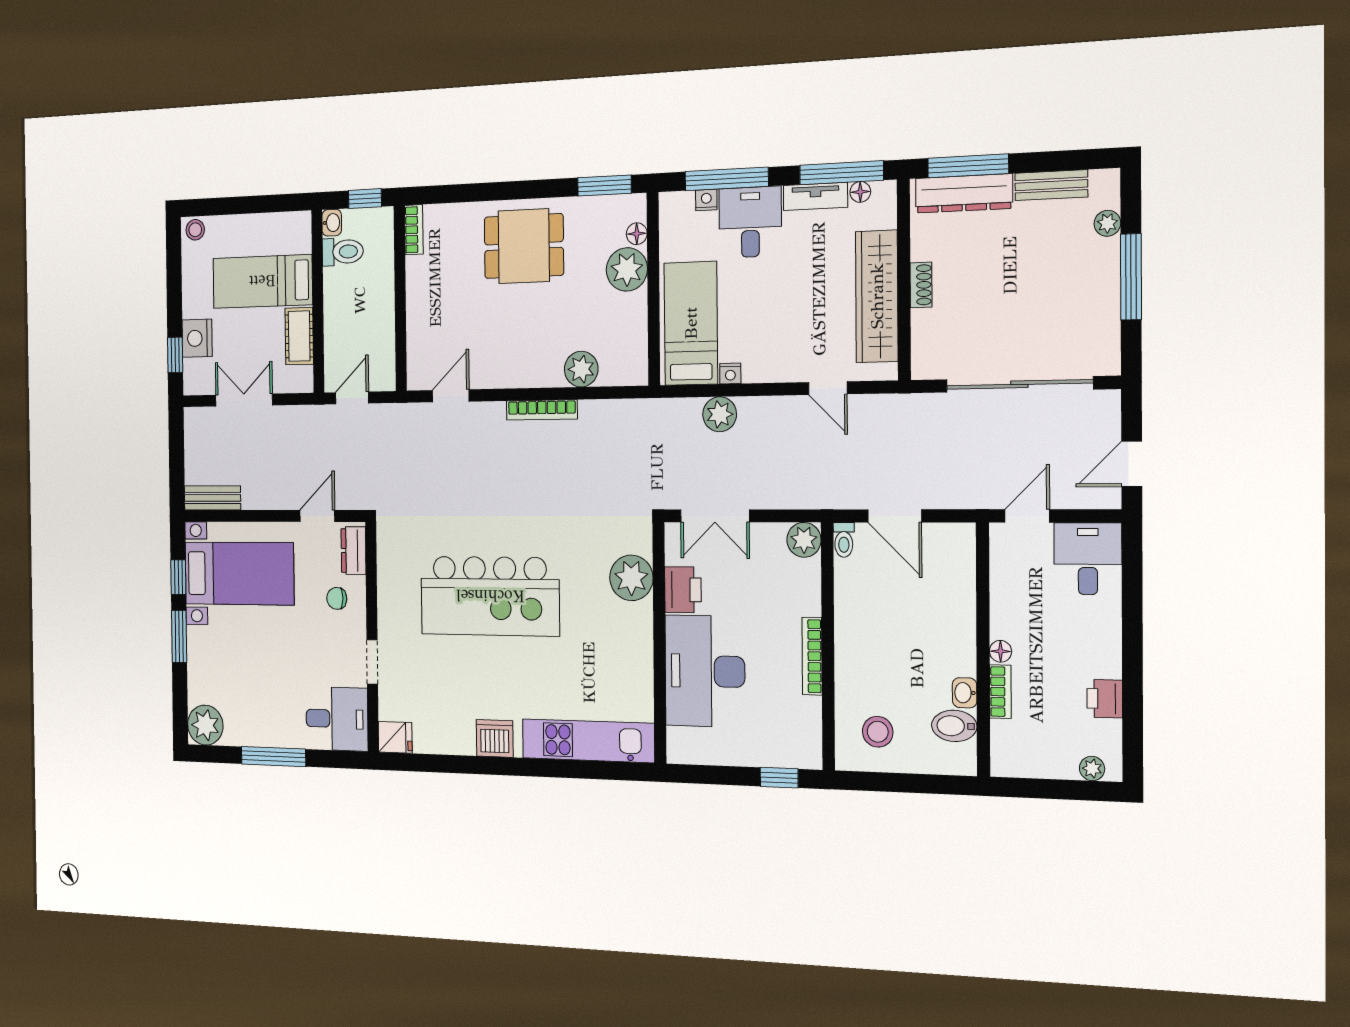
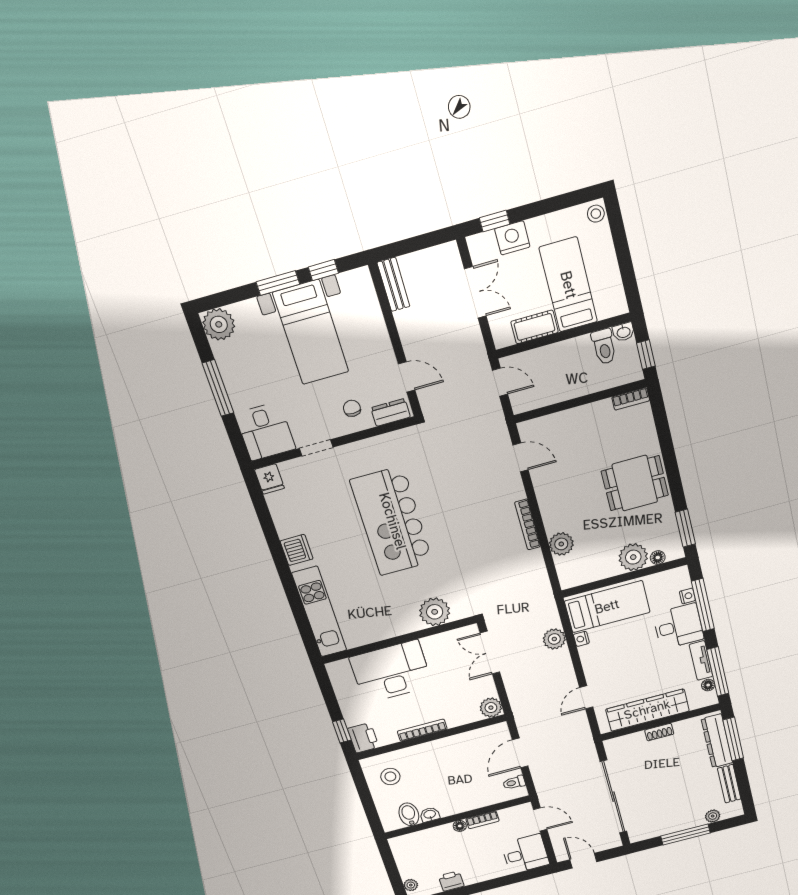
dining table: (524, 246) -> (635, 483), turned 90
toilet: (844, 540) -> (514, 783), moved
bed with nightstands: (239, 574) -> (311, 332), moved
printer: (683, 590) -> (363, 738), moved, turned -90
bookcase: (1000, 692) -> (482, 820), moved

